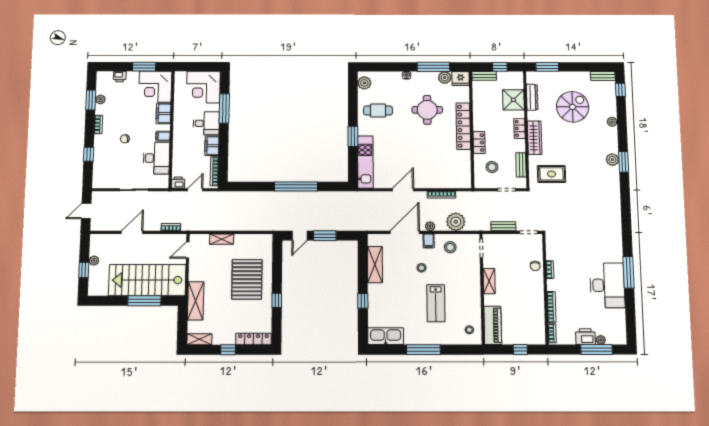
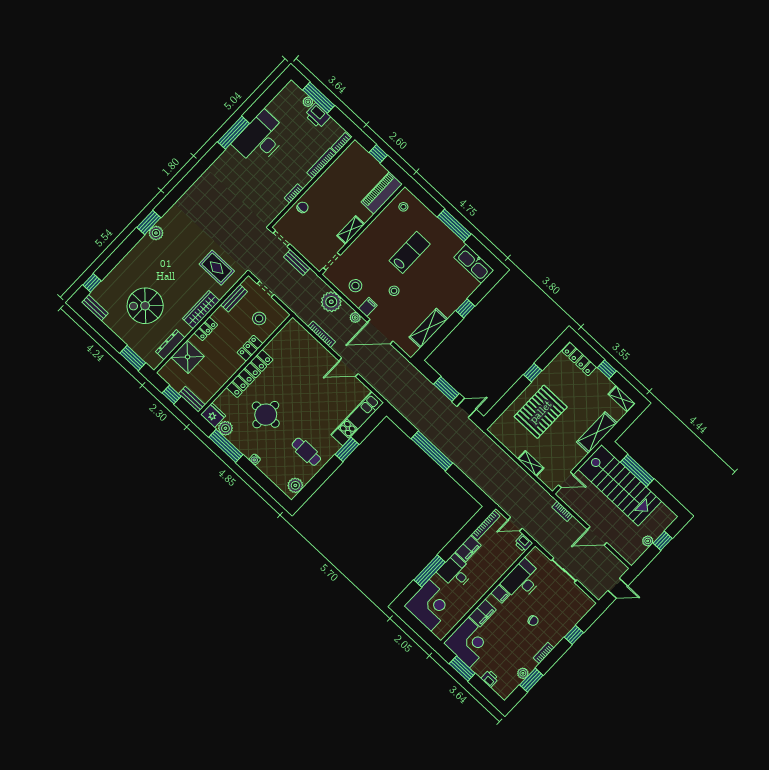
plant: (612, 122) -> (125, 264), removed

